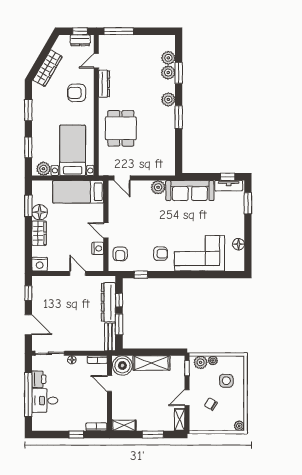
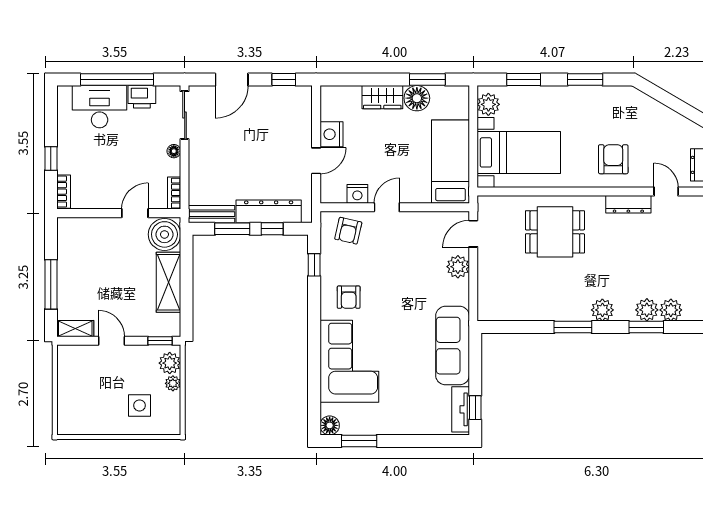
wardrobe: (48, 68) -> (654, 111), removed
plant: (158, 187) -> (458, 267), moved
window: (248, 203) -> (359, 441), moved
floor lamp: (238, 244) -> (330, 425), moved
armchair: (120, 254) -> (348, 231), turned -77
nightstand: (40, 264) -> (331, 134), moved
desk: (45, 401) -> (100, 107), width x1.37
chair: (211, 404) -> (101, 380), removed
shelving: (124, 425) -> (66, 237), removed
plant: (239, 426) -> (65, 427), removed
window: (153, 434) -> (51, 284), width x1.44

